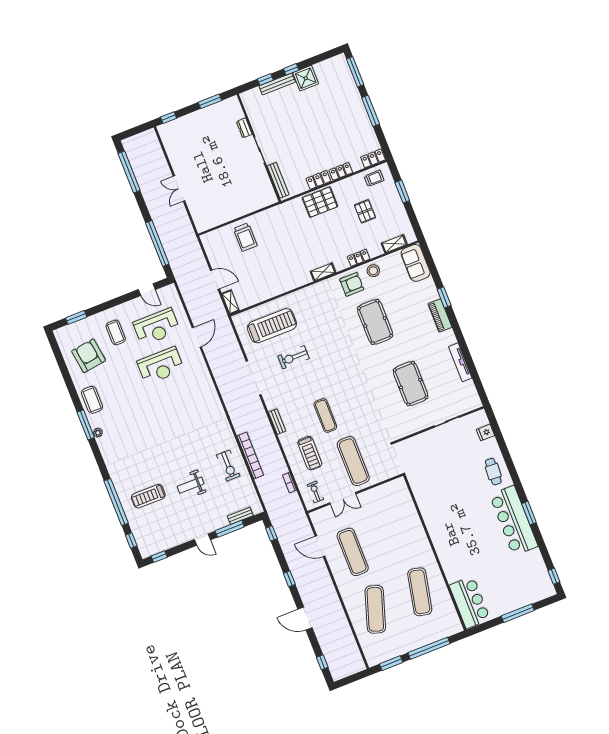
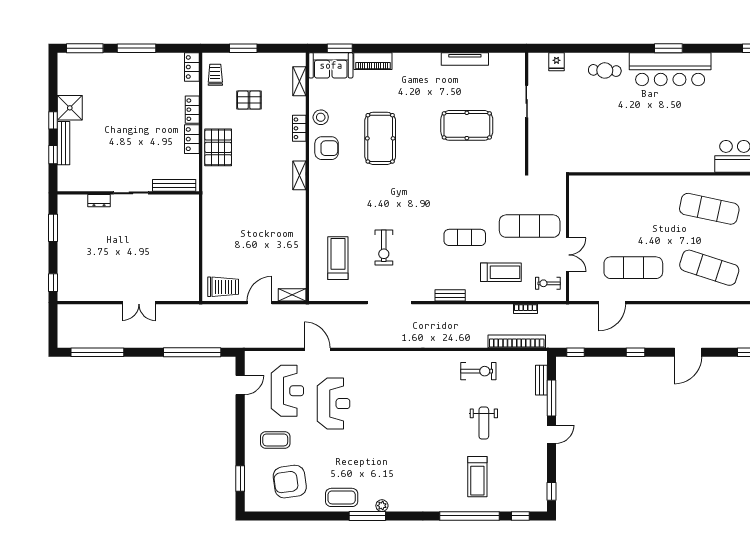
trolley: (245, 237) -> (223, 287), moved
armchair: (352, 284) -> (327, 148), turned 90
window: (444, 297) -> (340, 48), moved
piano: (440, 315) -> (373, 61), moved
pool table: (375, 322) -> (380, 138), turned 90
treadmill: (272, 326) -> (338, 258), width x0.73, depth x0.73
bookcase: (250, 456) -> (517, 341), moved

